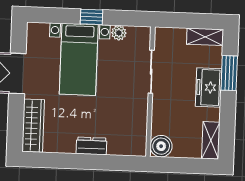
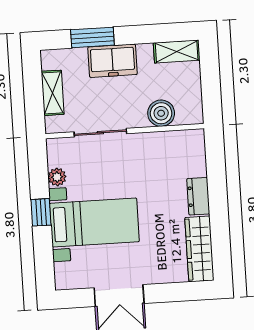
shelving: (205, 37) -> (53, 93), moved
wardrobe: (33, 126) -> (199, 249), moved, turned -90
boiler: (161, 146) -> (161, 113), moved

